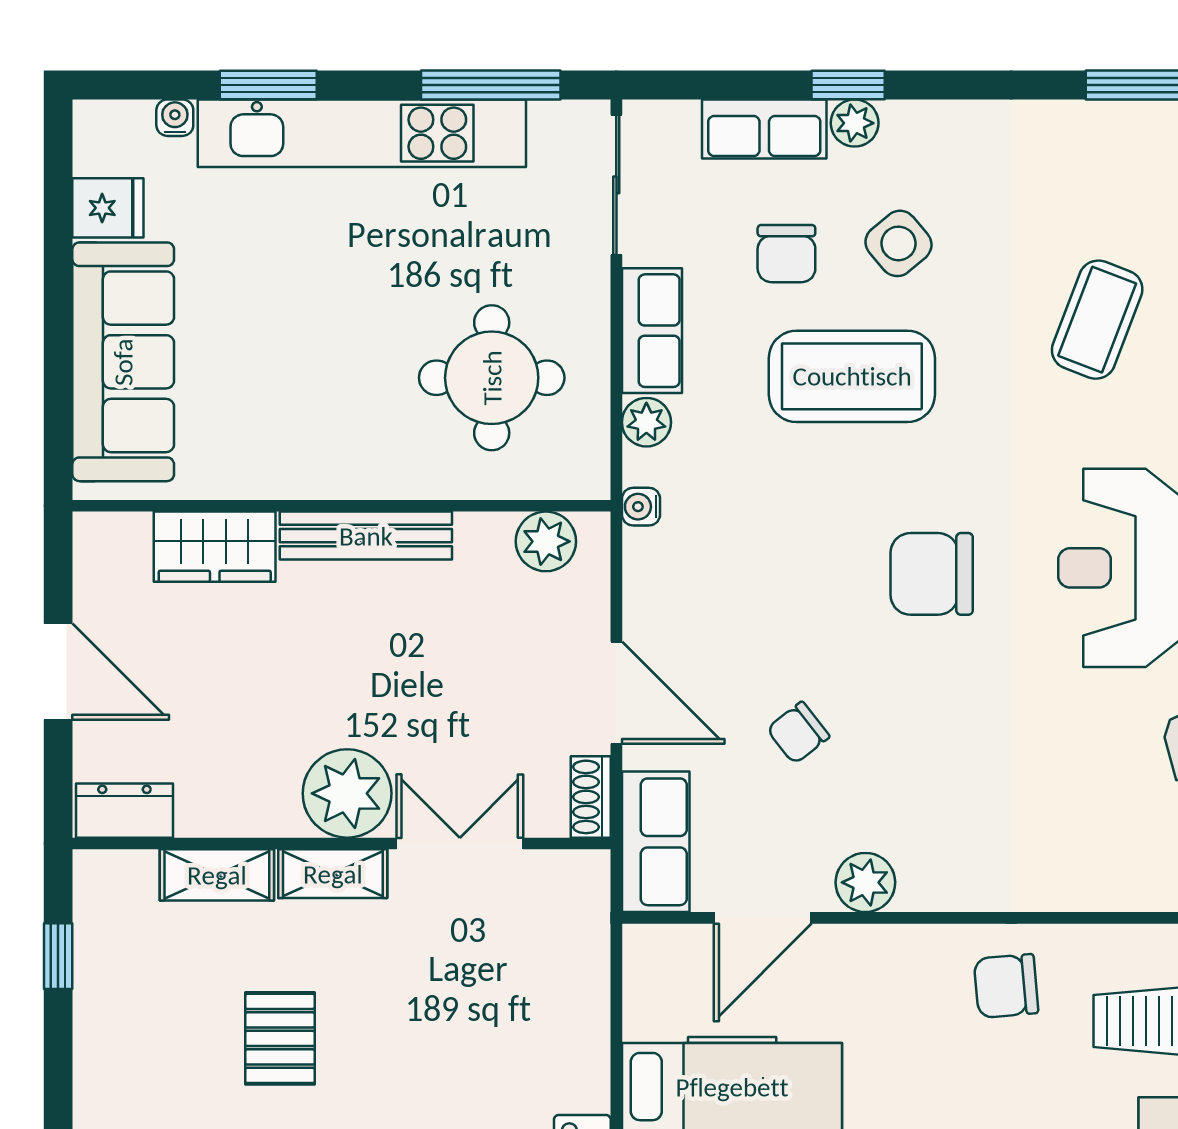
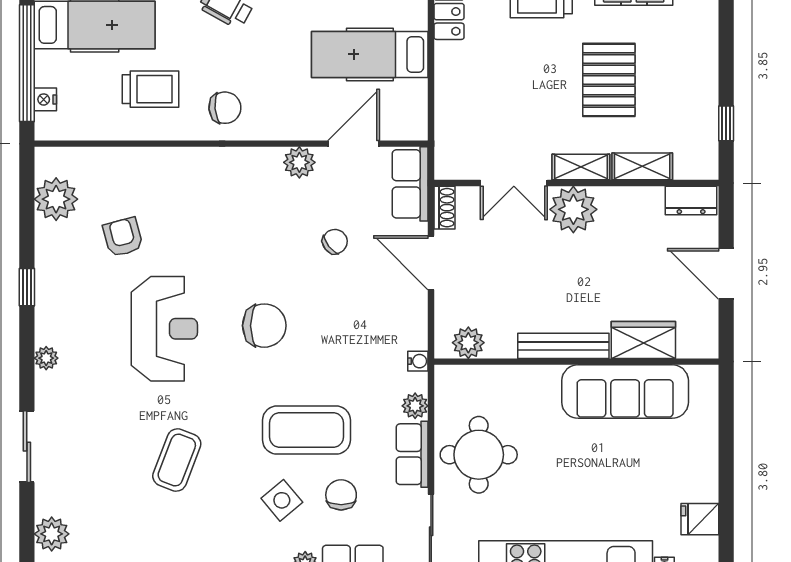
sofa: (123, 362) -> (625, 391), moved, turned -90
round table: (492, 378) -> (479, 455), moved
pallet: (280, 1038) -> (609, 80), width x1.50, depth x1.42

